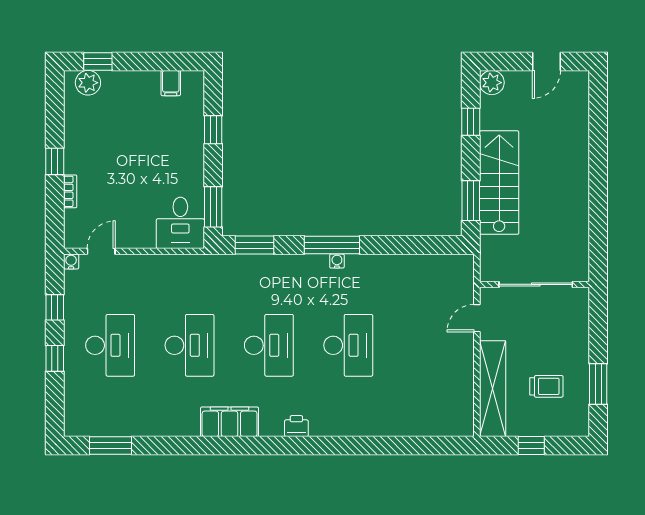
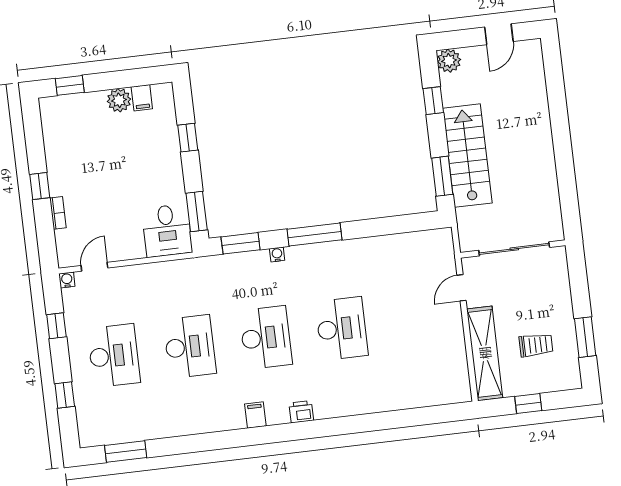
plant: (88, 83) -> (119, 100), moved
water cooler: (337, 261) -> (277, 254), moved
window: (55, 358) -> (65, 395), moved
filing cabinet: (230, 422) -> (255, 415), width x0.33, depth x0.86

